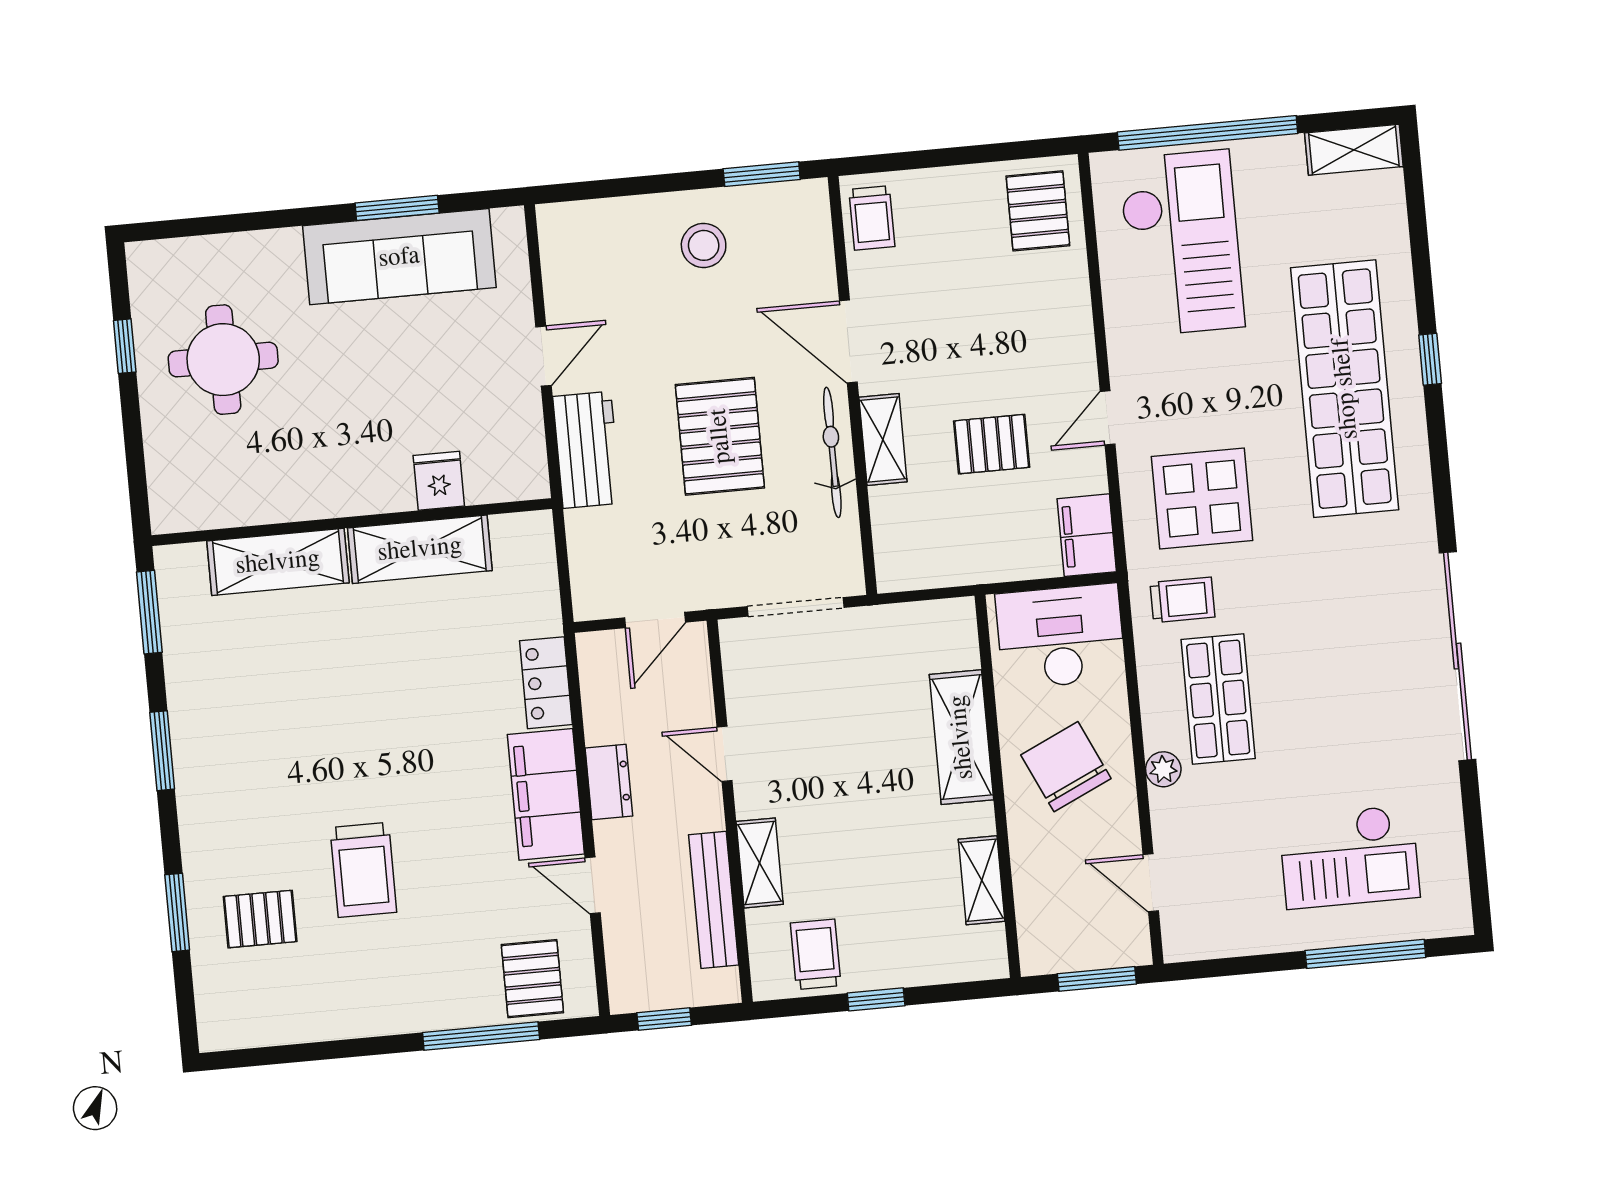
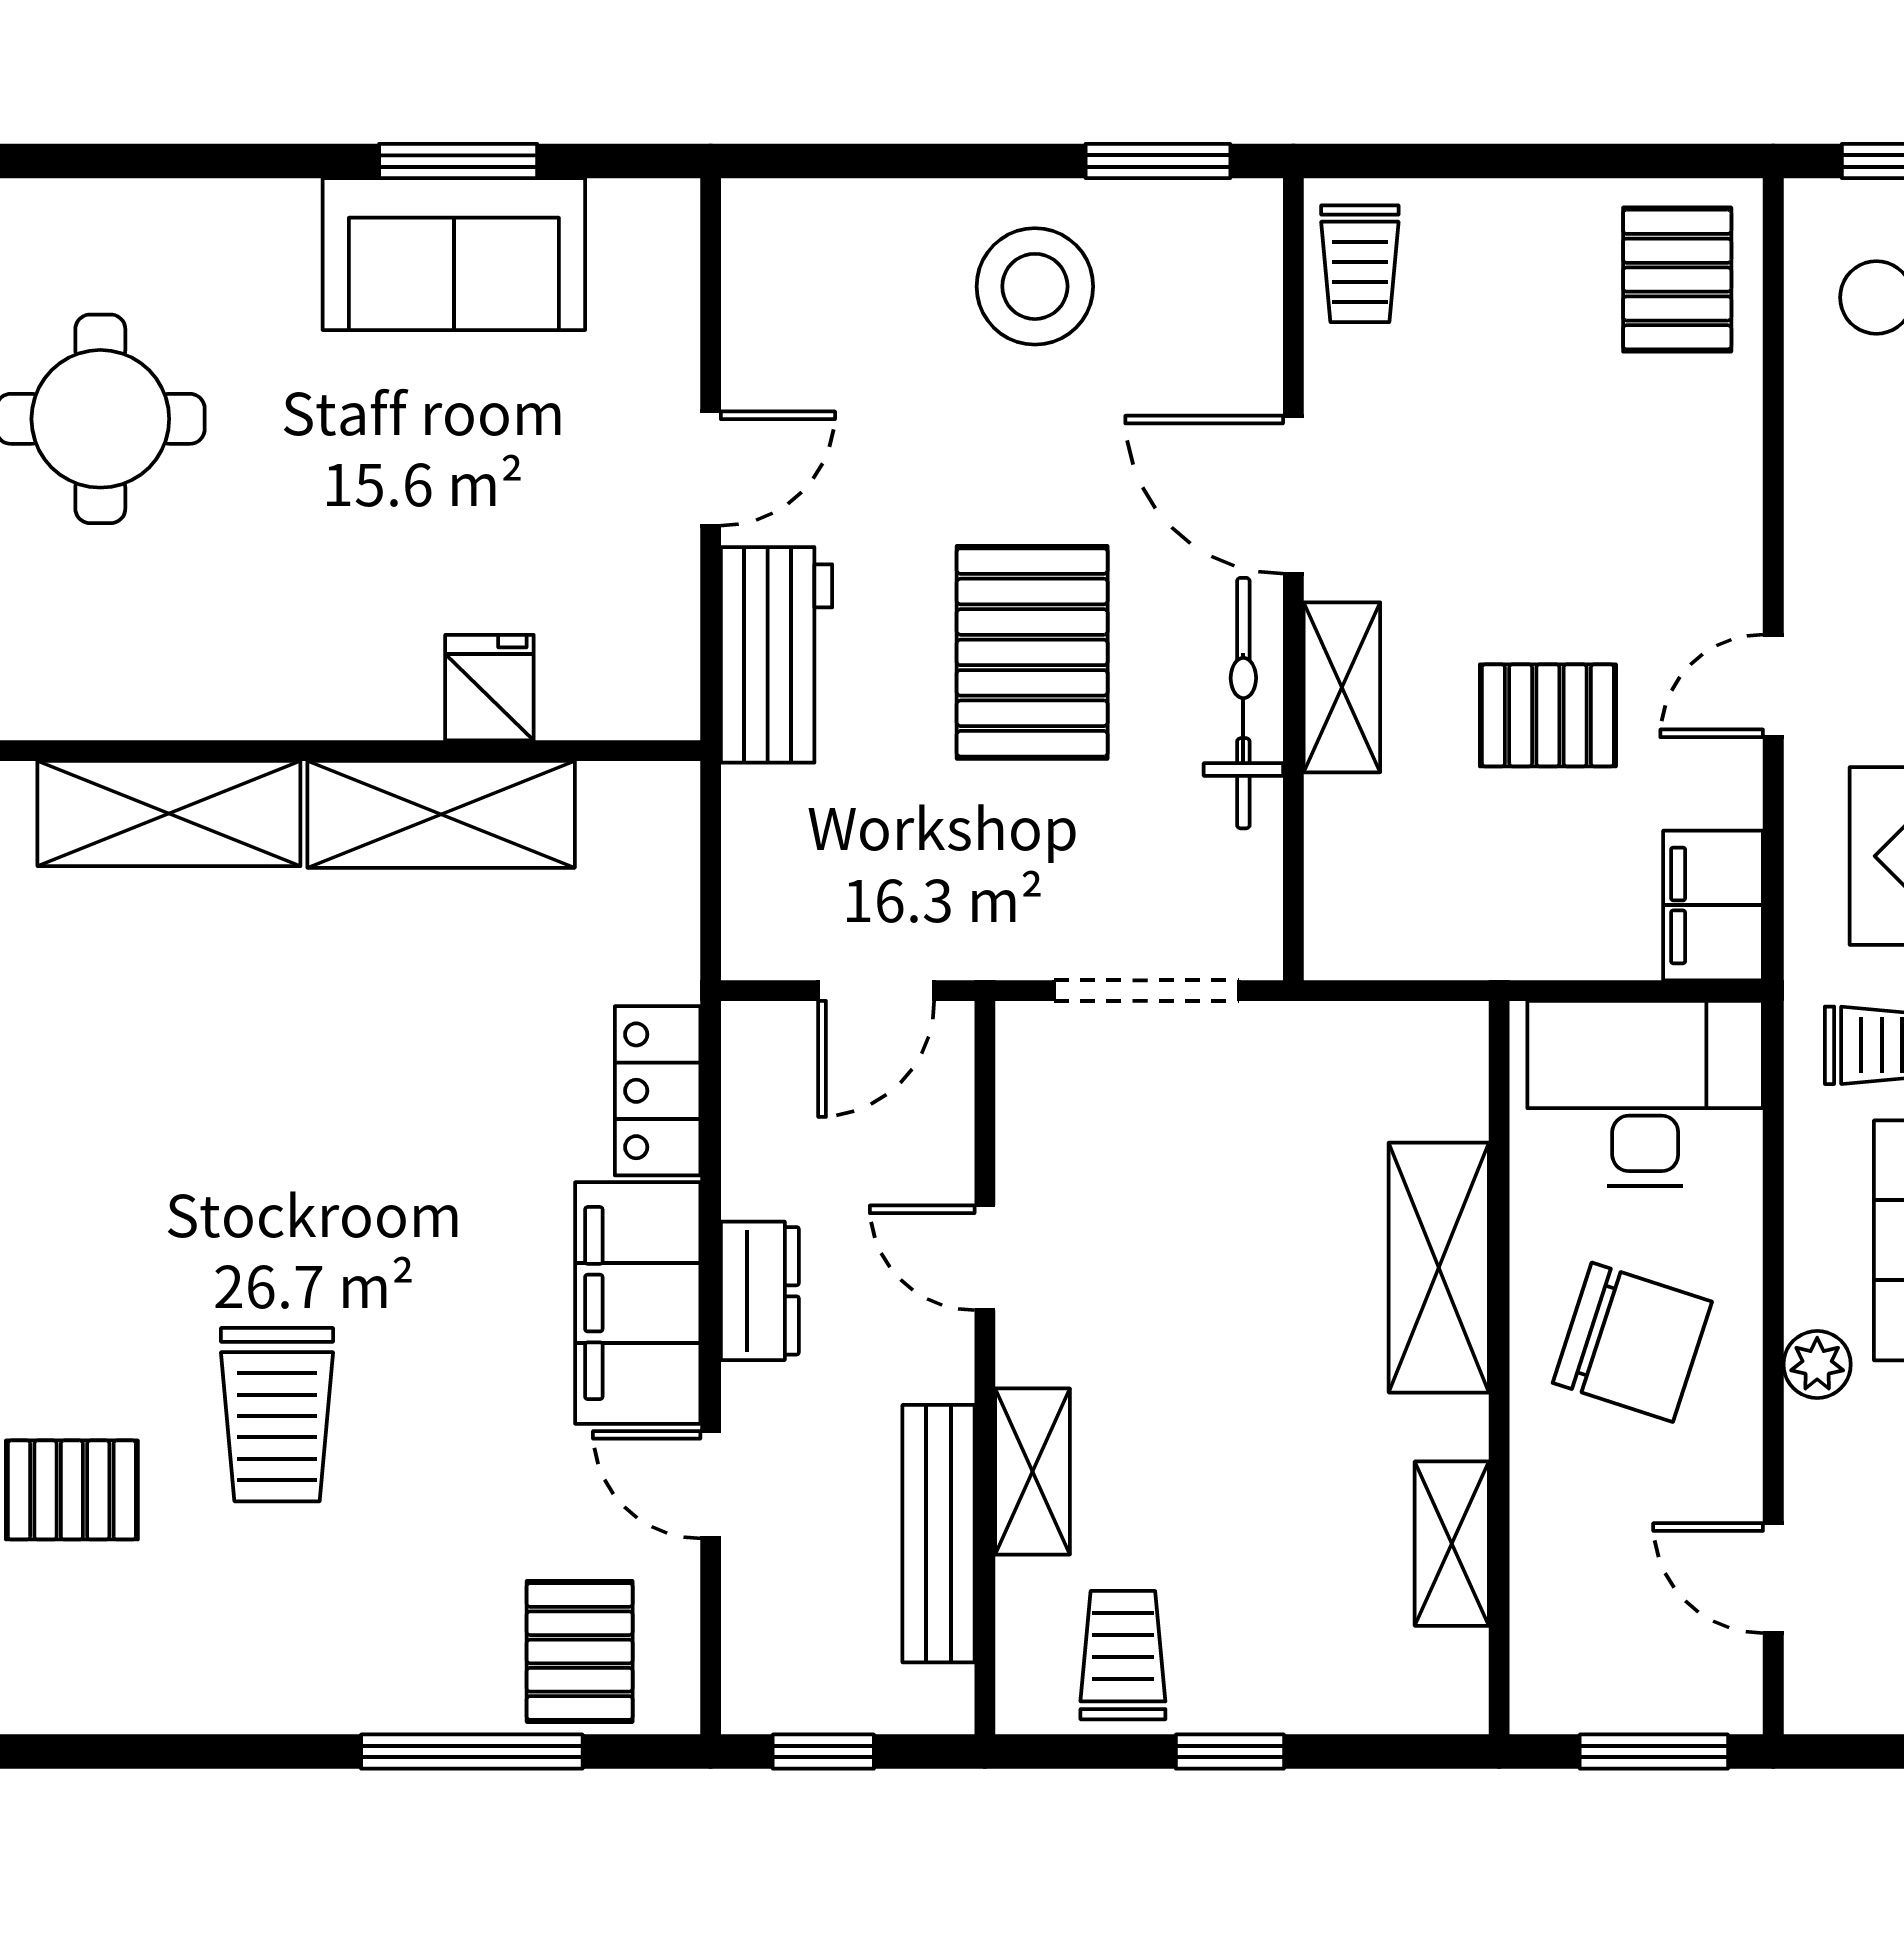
stool: (704, 245) -> (1035, 286), width x1.38, depth x1.38
sofa: (399, 257) -> (454, 254), width x0.73
chair: (1066, 767) -> (1632, 1342), turned 133

